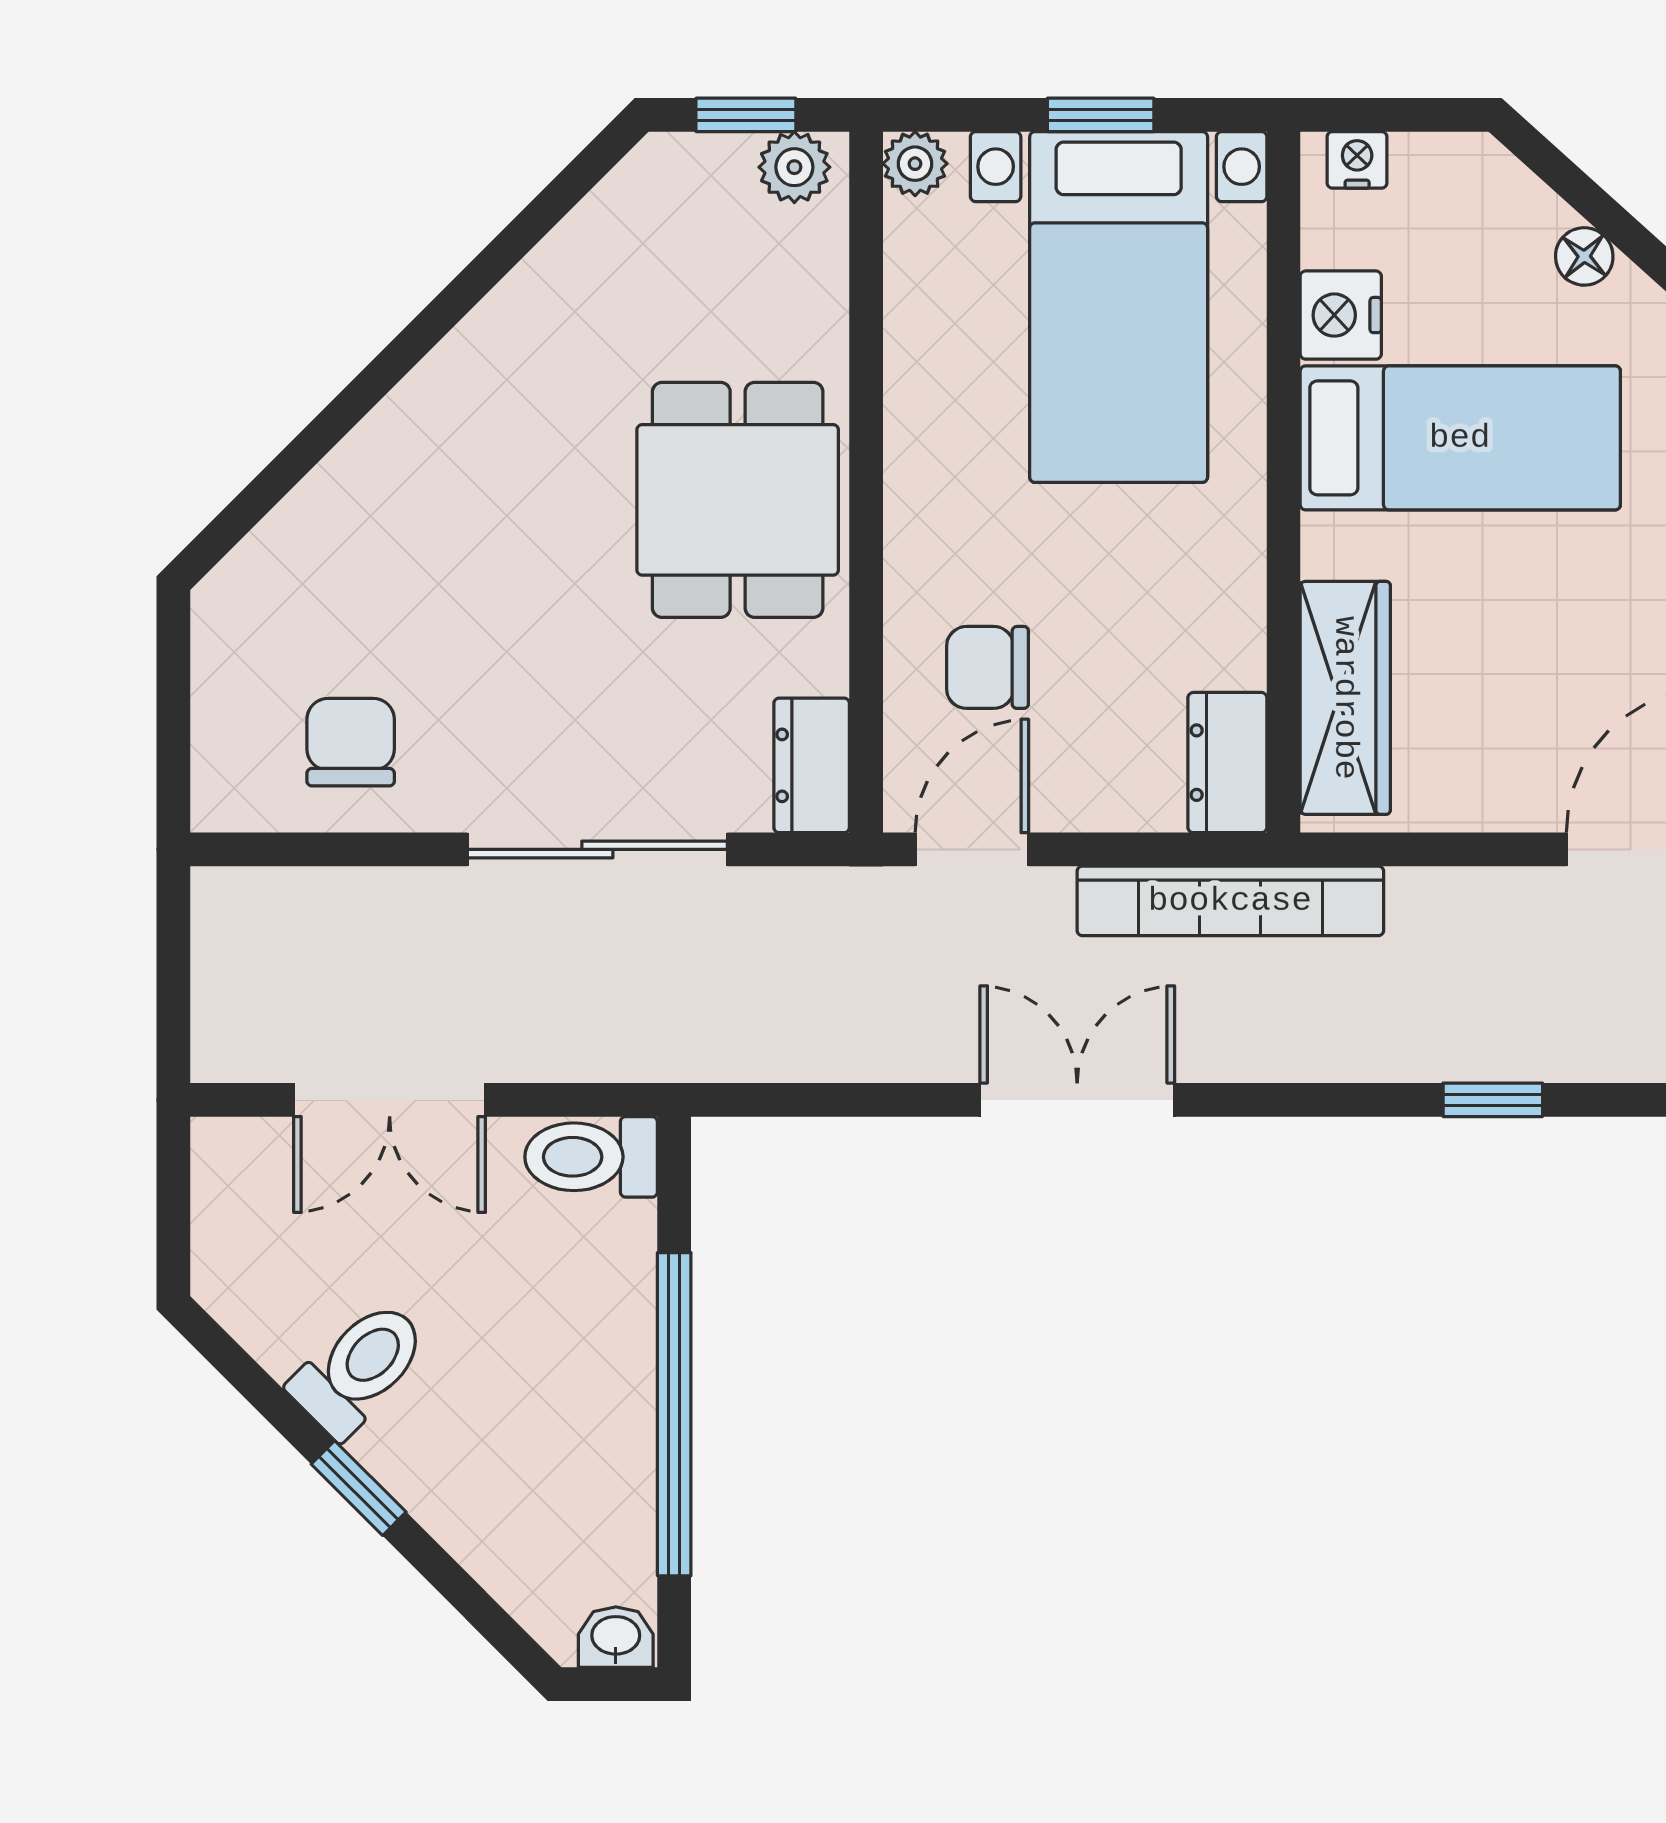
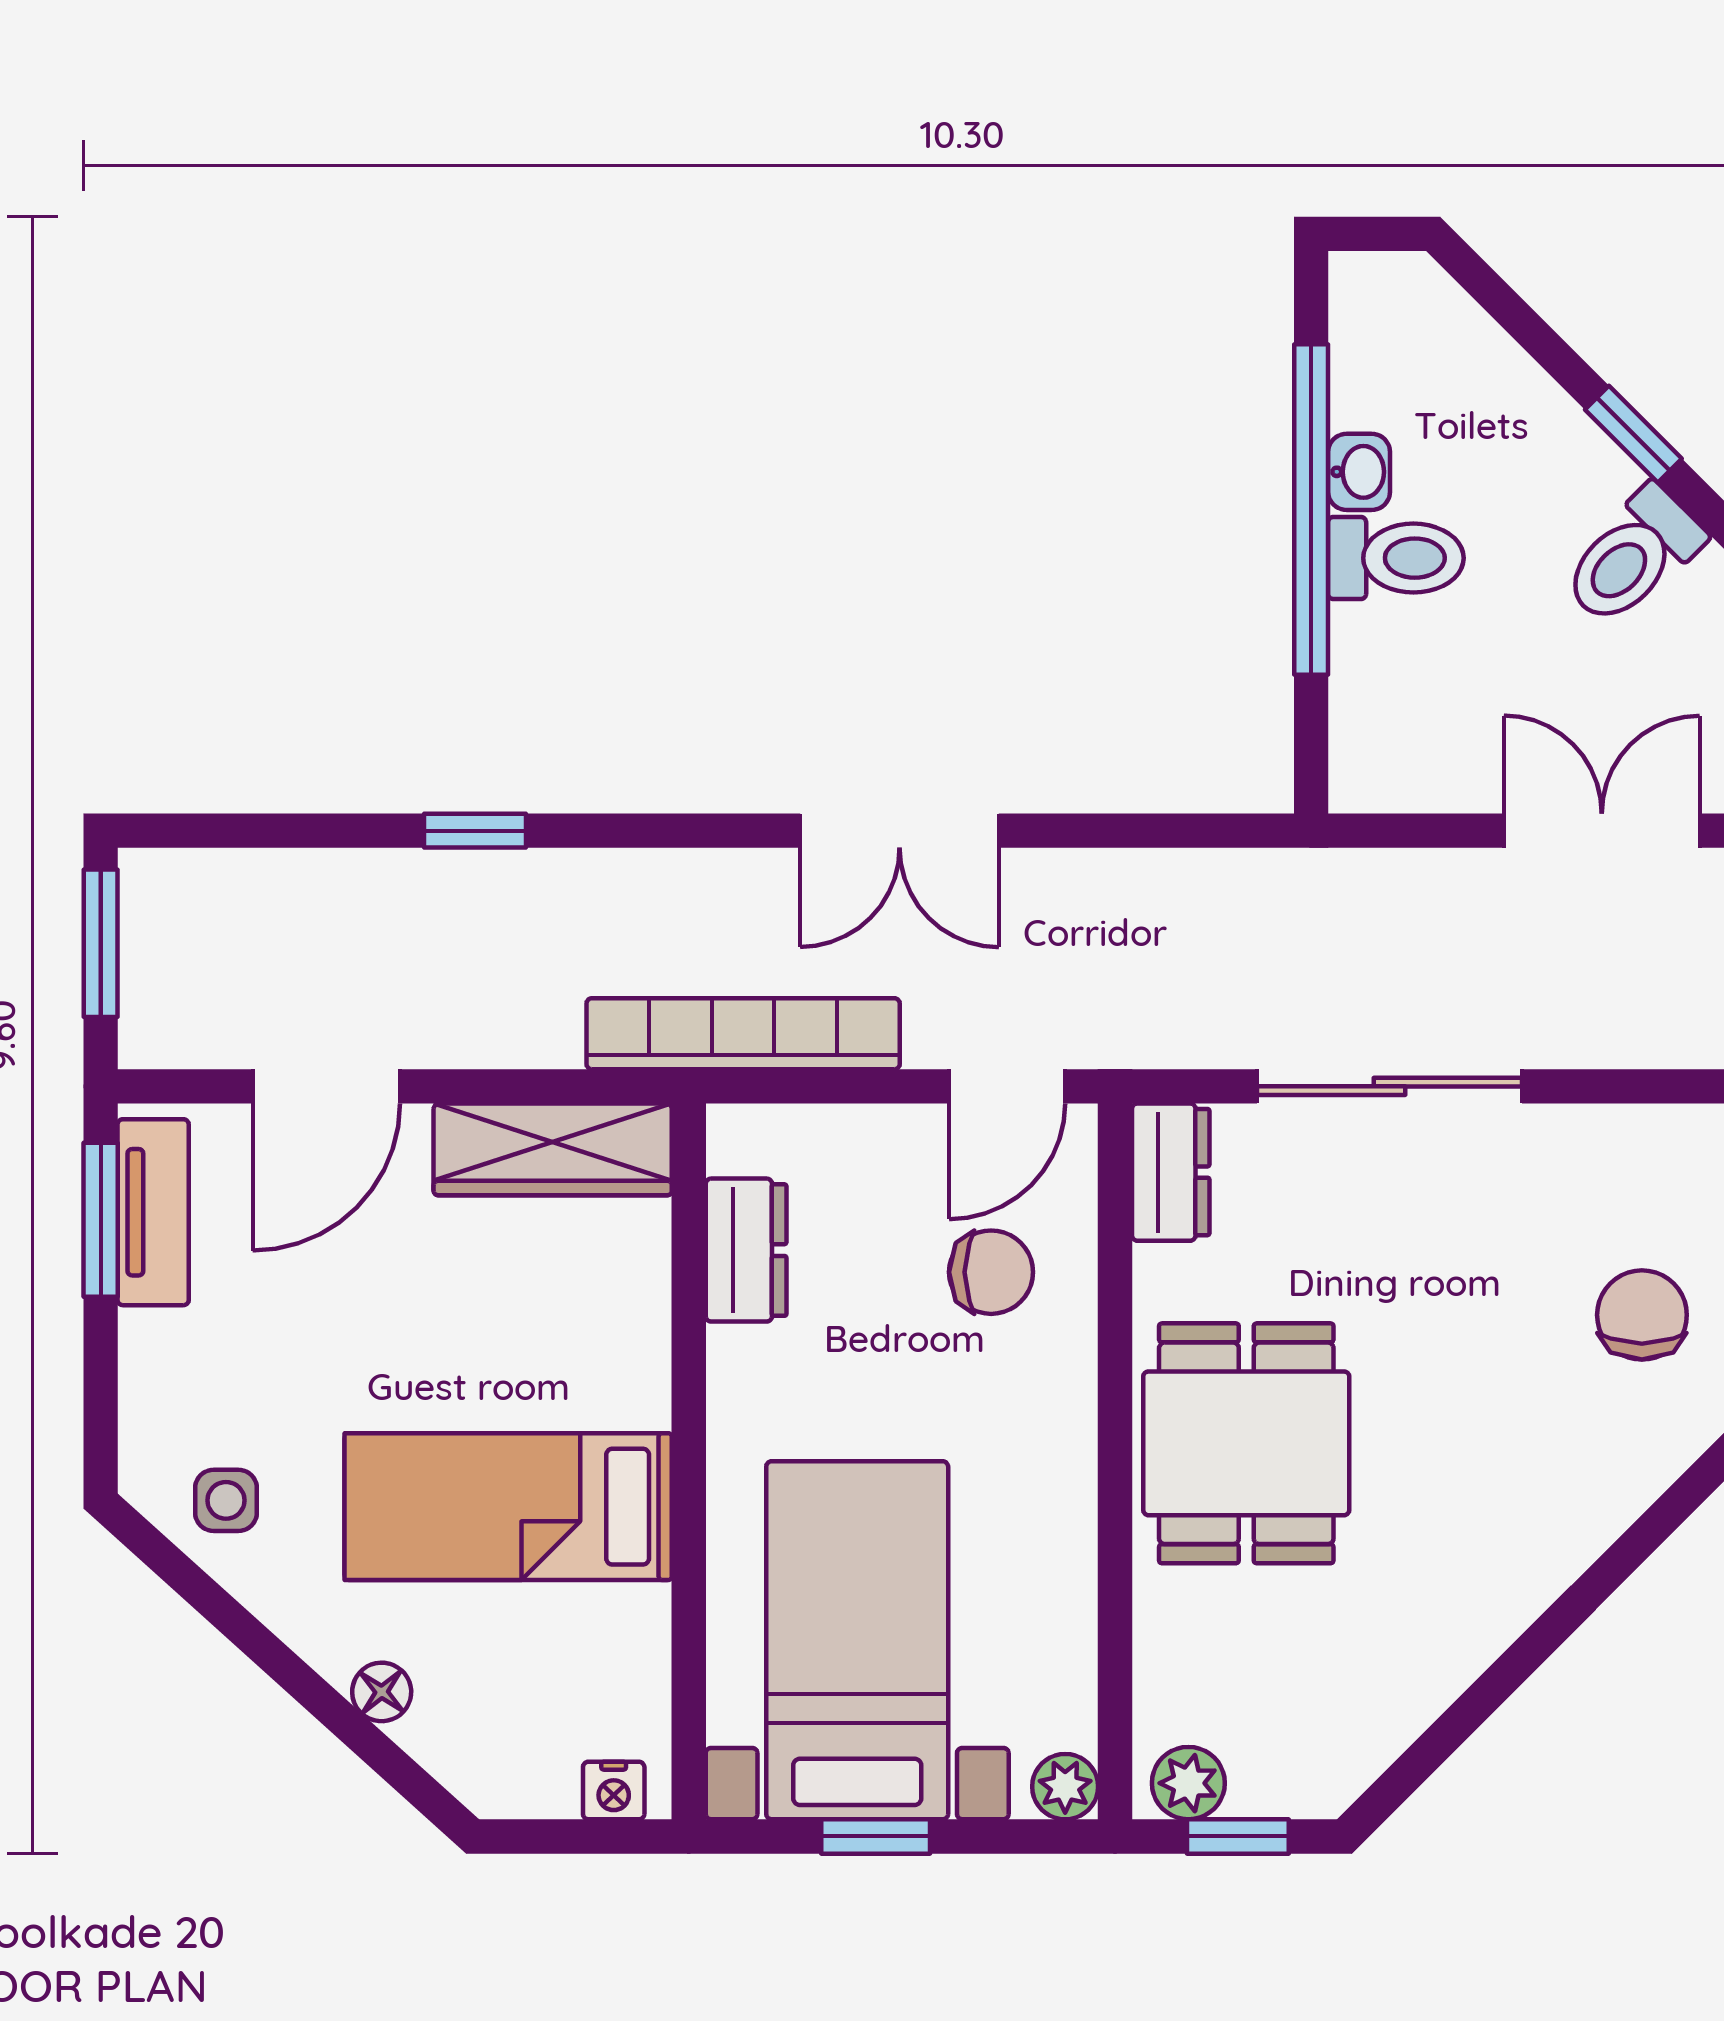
nightstand: (1341, 315) -> (630, 1632), removed
wardrobe: (1345, 698) -> (553, 1149), moved, turned -90
chair: (351, 742) -> (1642, 1315), moved, turned 180
dresser: (1227, 763) -> (746, 1250), moved
toilet: (591, 1157) -> (1396, 558), moved
washbasin: (616, 1637) -> (1359, 472), moved, turned -90

